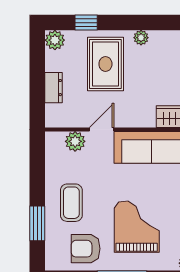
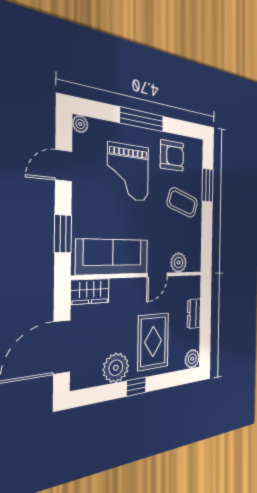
window: (86, 23) -> (136, 387), moved
plant: (141, 38) -> (116, 368), width x1.88, depth x1.88
coffee table: (71, 203) -> (182, 203), turned -72

